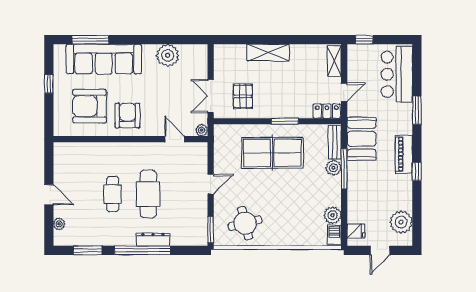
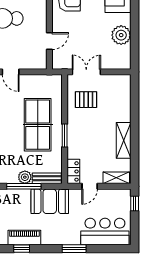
shelving: (268, 52) -> (124, 140), moved
door: (344, 92) -> (90, 186), hinge flipped
plant: (202, 130) -> (57, 64), removed
piano: (404, 154) -> (24, 238), moved

